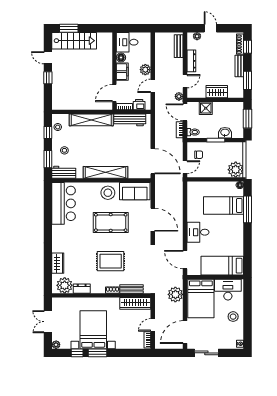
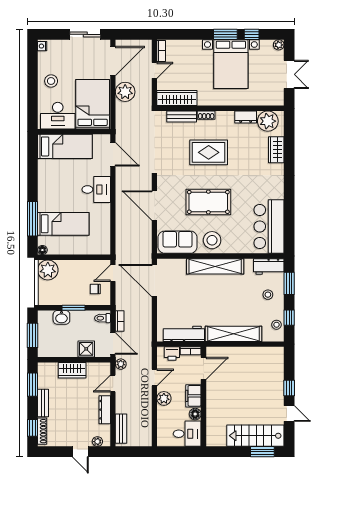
plant: (175, 294) -> (125, 92), moved

